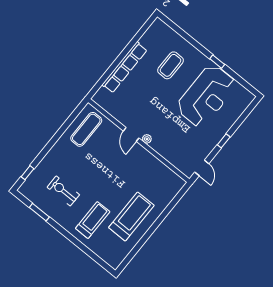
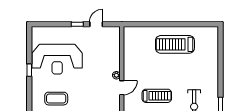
reception desk: (206, 96) -> (57, 59), turned 180
door: (202, 168) -> (96, 24), moved
treadmill: (93, 220) -> (157, 96), moved, turned 180

